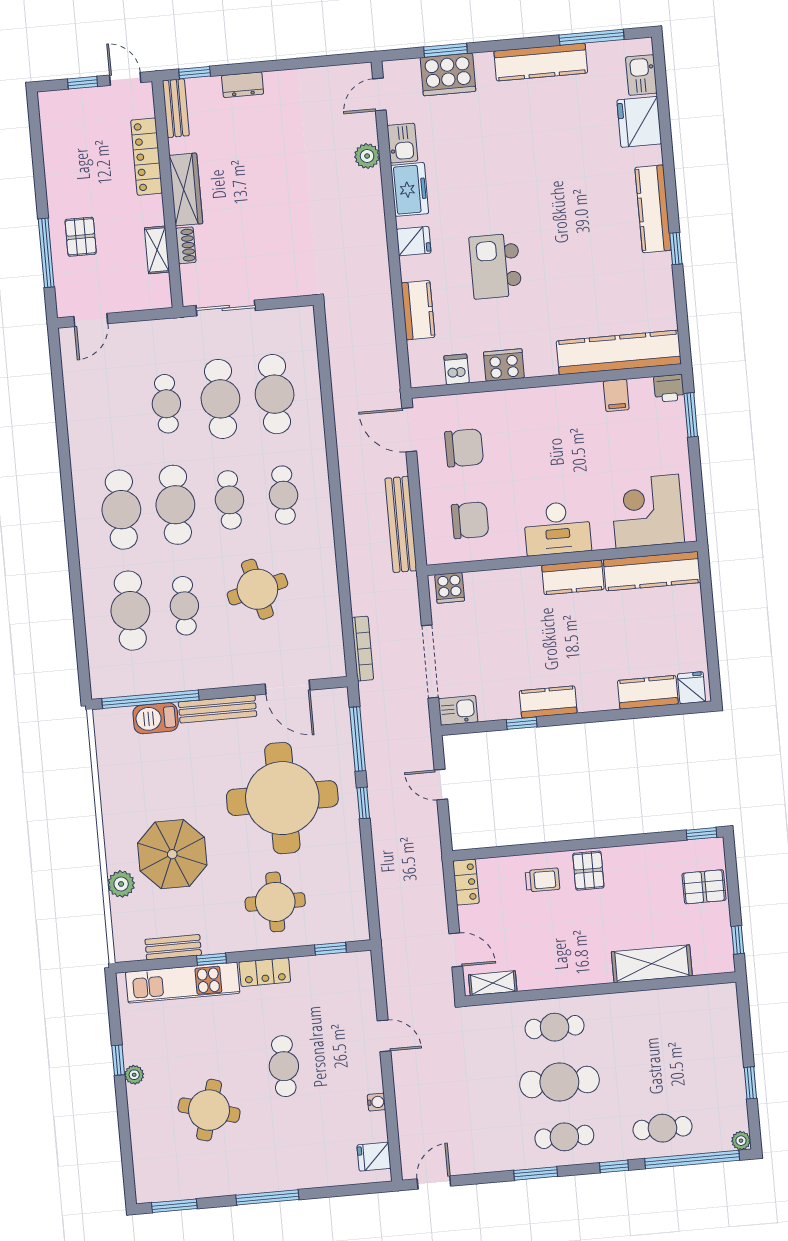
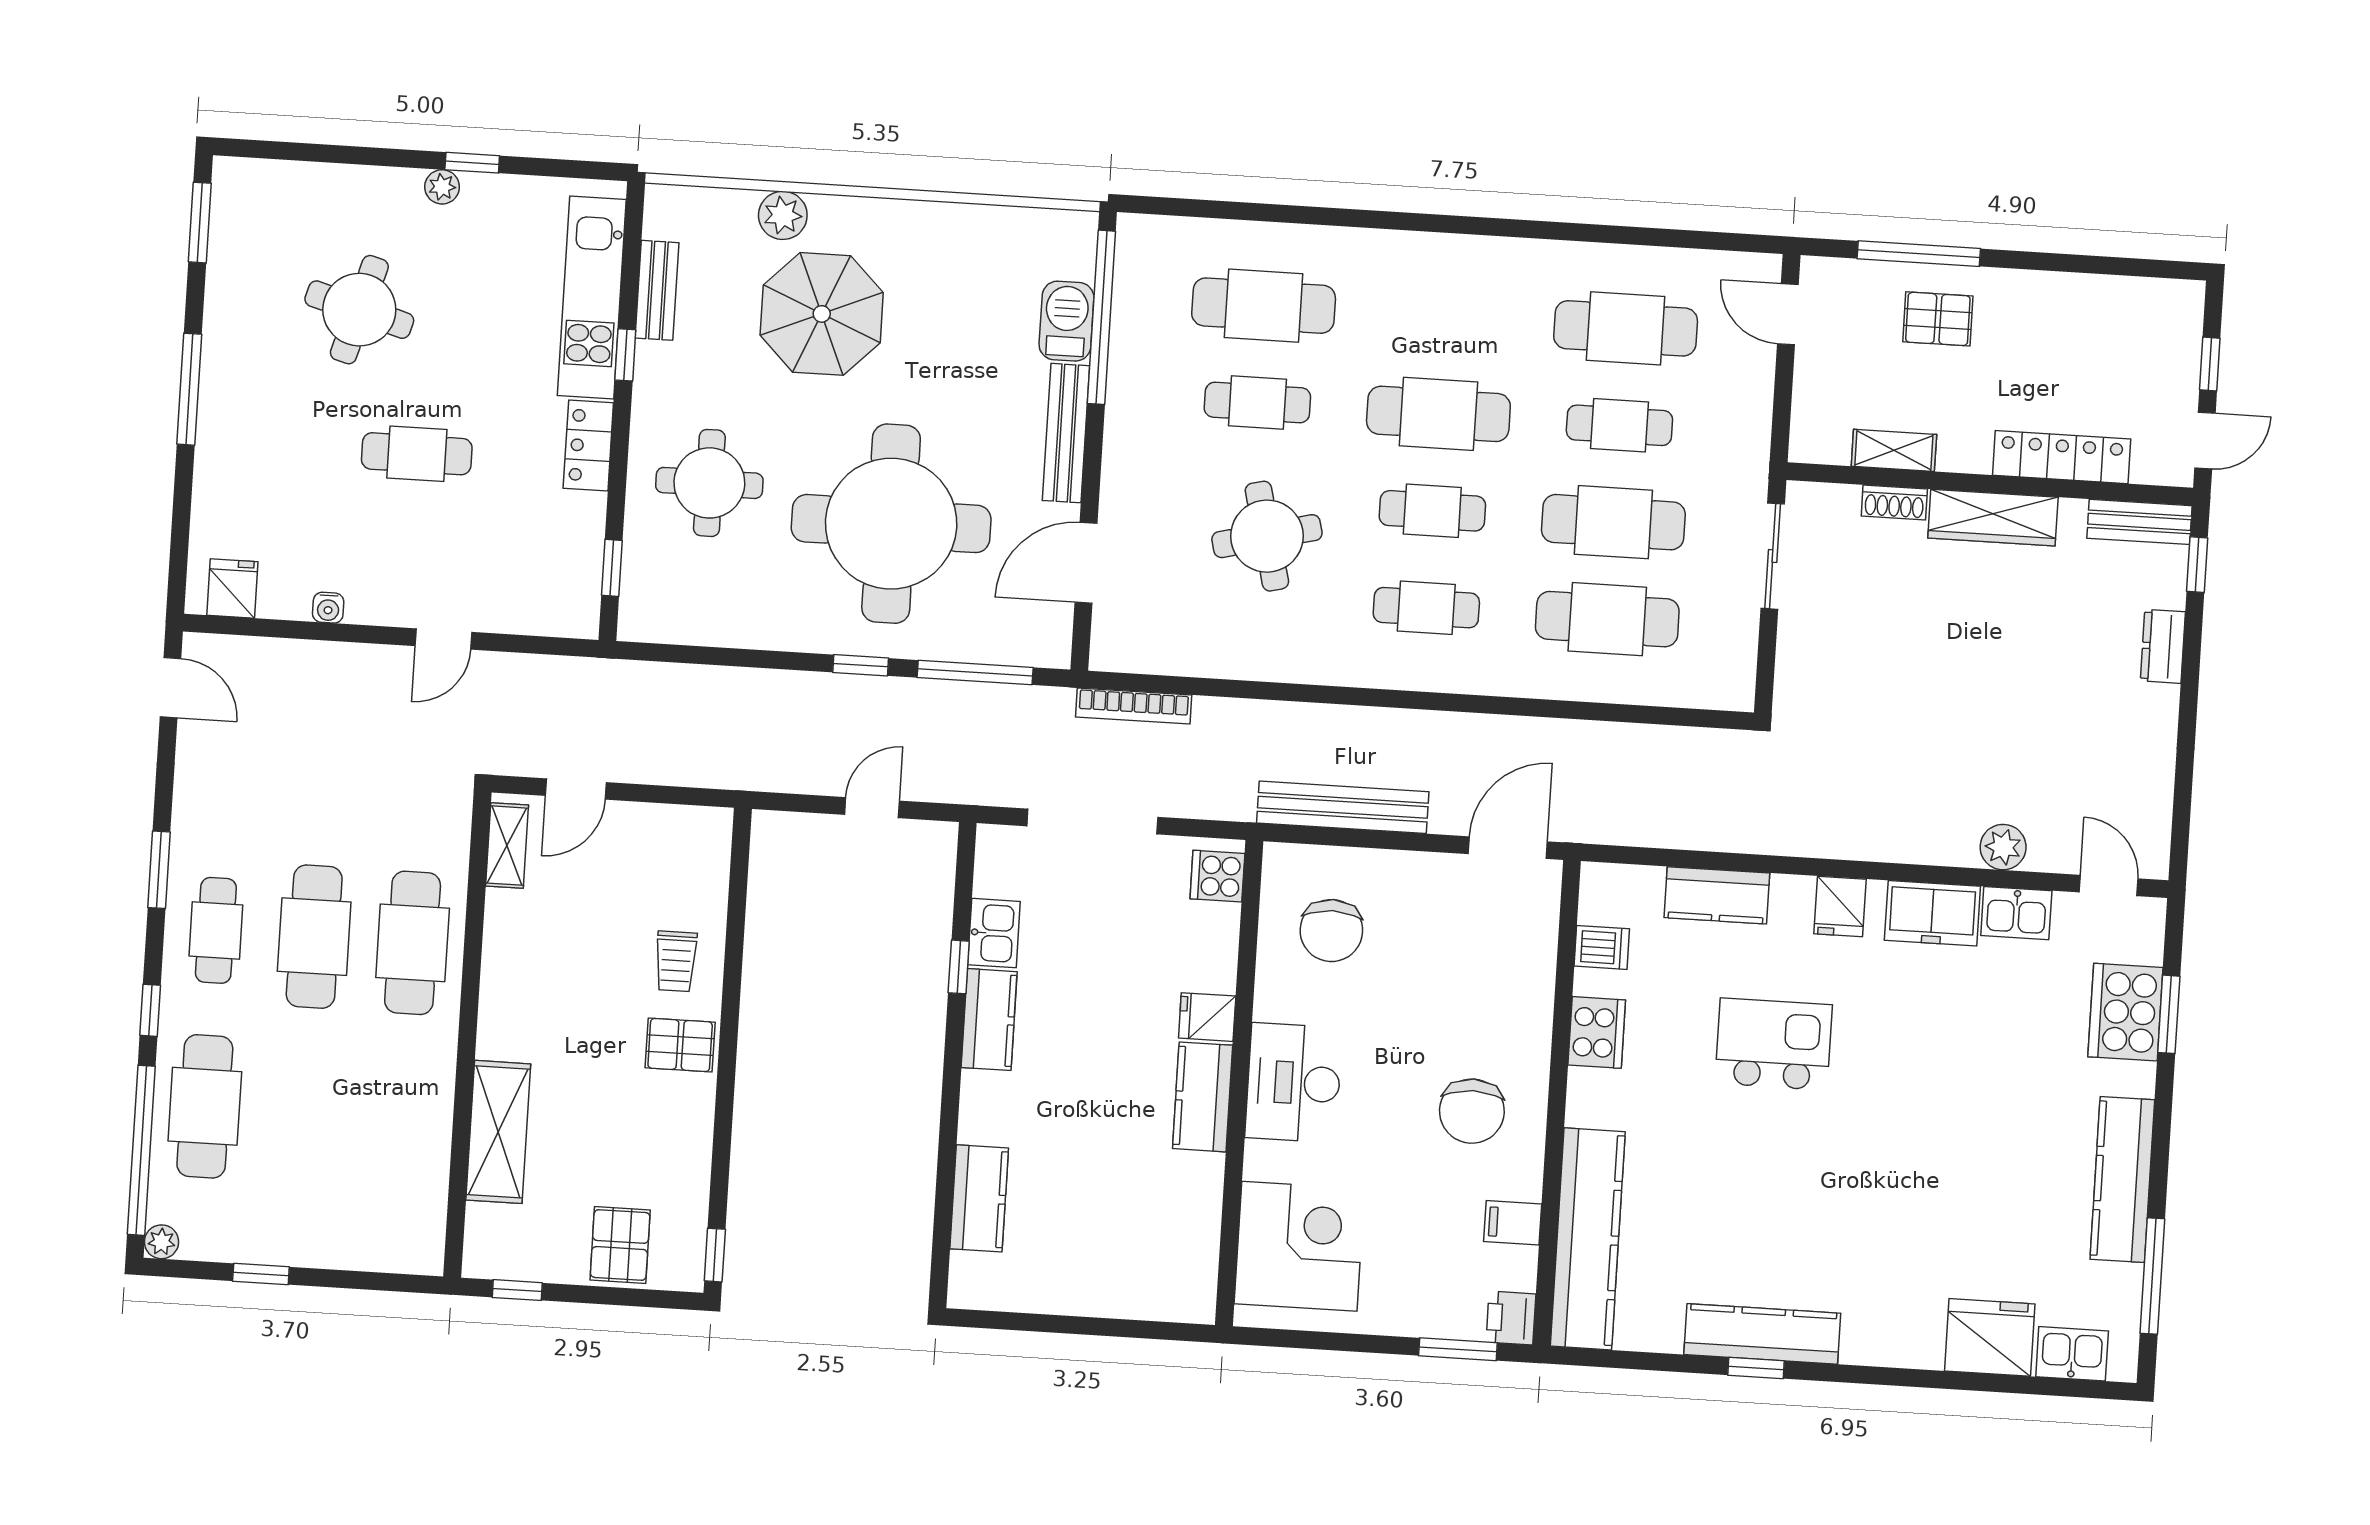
kitchen counter: (653, 209) -> (1762, 1334), moved
chair: (464, 448) -> (1472, 1111), moved
cafe table: (121, 510) -> (1626, 328), moved
kitchen counter: (652, 571) -> (1192, 1239), removed
fridge: (692, 688) -> (1207, 1017), moved, turned 180
kitchen sink: (458, 710) -> (994, 933), moved
locker: (466, 882) -> (693, 825), removed
cafe table: (555, 1027) -> (413, 943), width x1.37, depth x1.35
cafe table: (662, 1128) -> (205, 1106), width x1.37, depth x1.35

